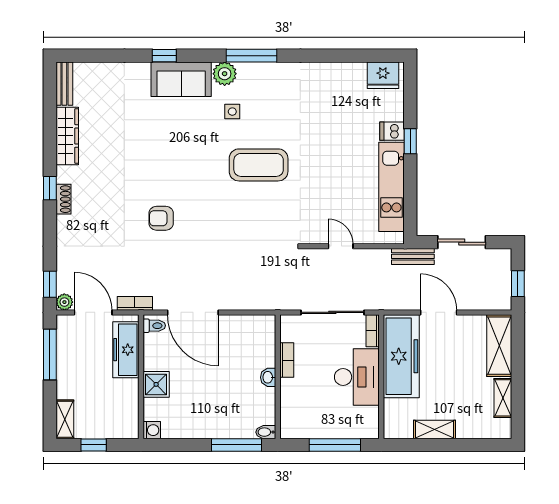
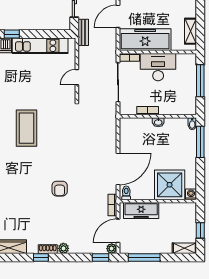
plant: (65, 225) -> (63, 248), added
shower: (156, 384) -> (170, 185), width x1.86, depth x1.86
shelving: (434, 429) -> (191, 31), moved

